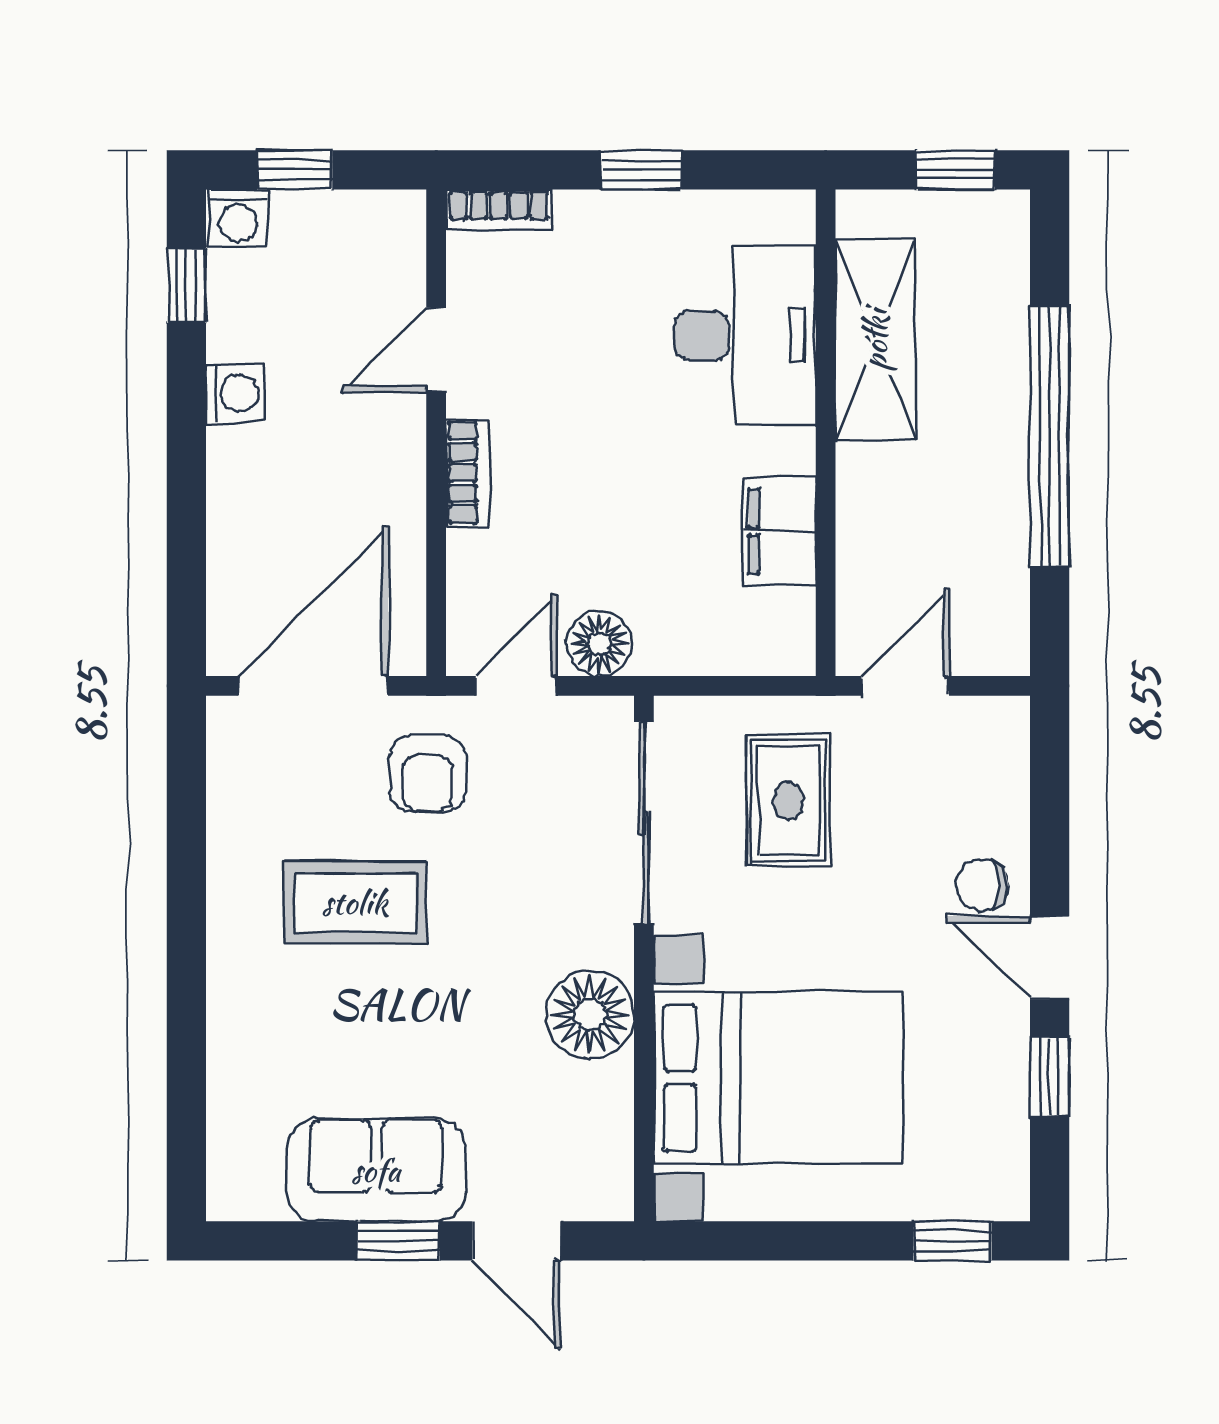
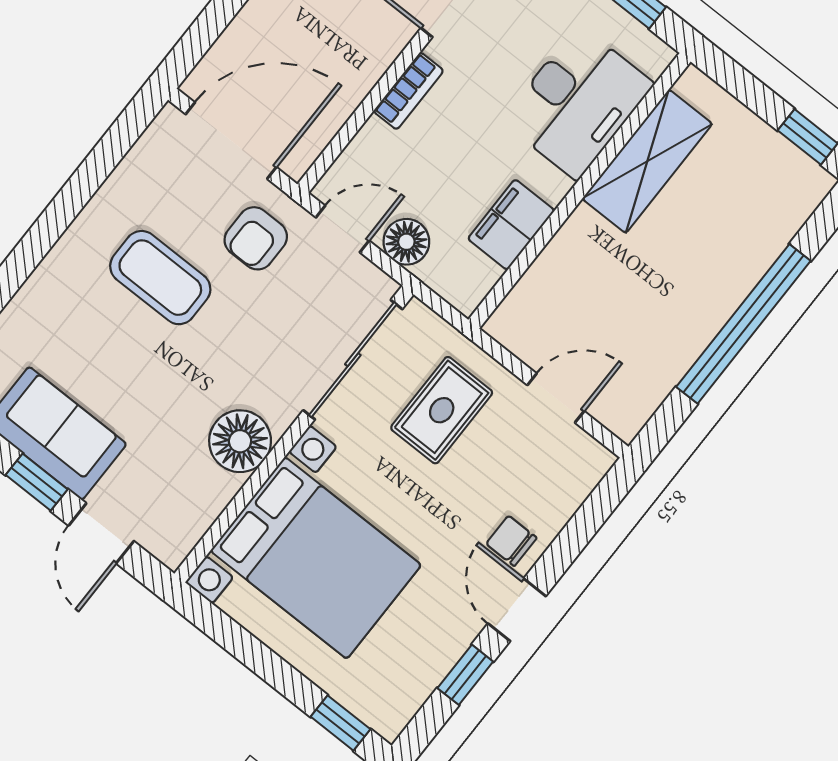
desk: (745, 335) -> (578, 102), moved
shelving: (875, 340) -> (647, 161), moved
wall: (826, 433) -> (579, 191), moved
filing cabinet: (779, 531) -> (511, 225), moved

